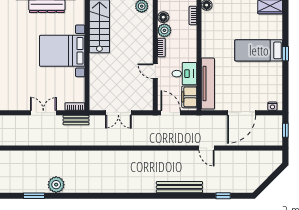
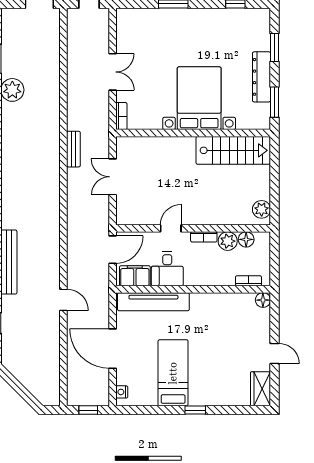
bed: (259, 50) -> (173, 373), moved
bench: (76, 120) -> (73, 149), moved
door: (207, 148) -> (63, 300), swing flipped

